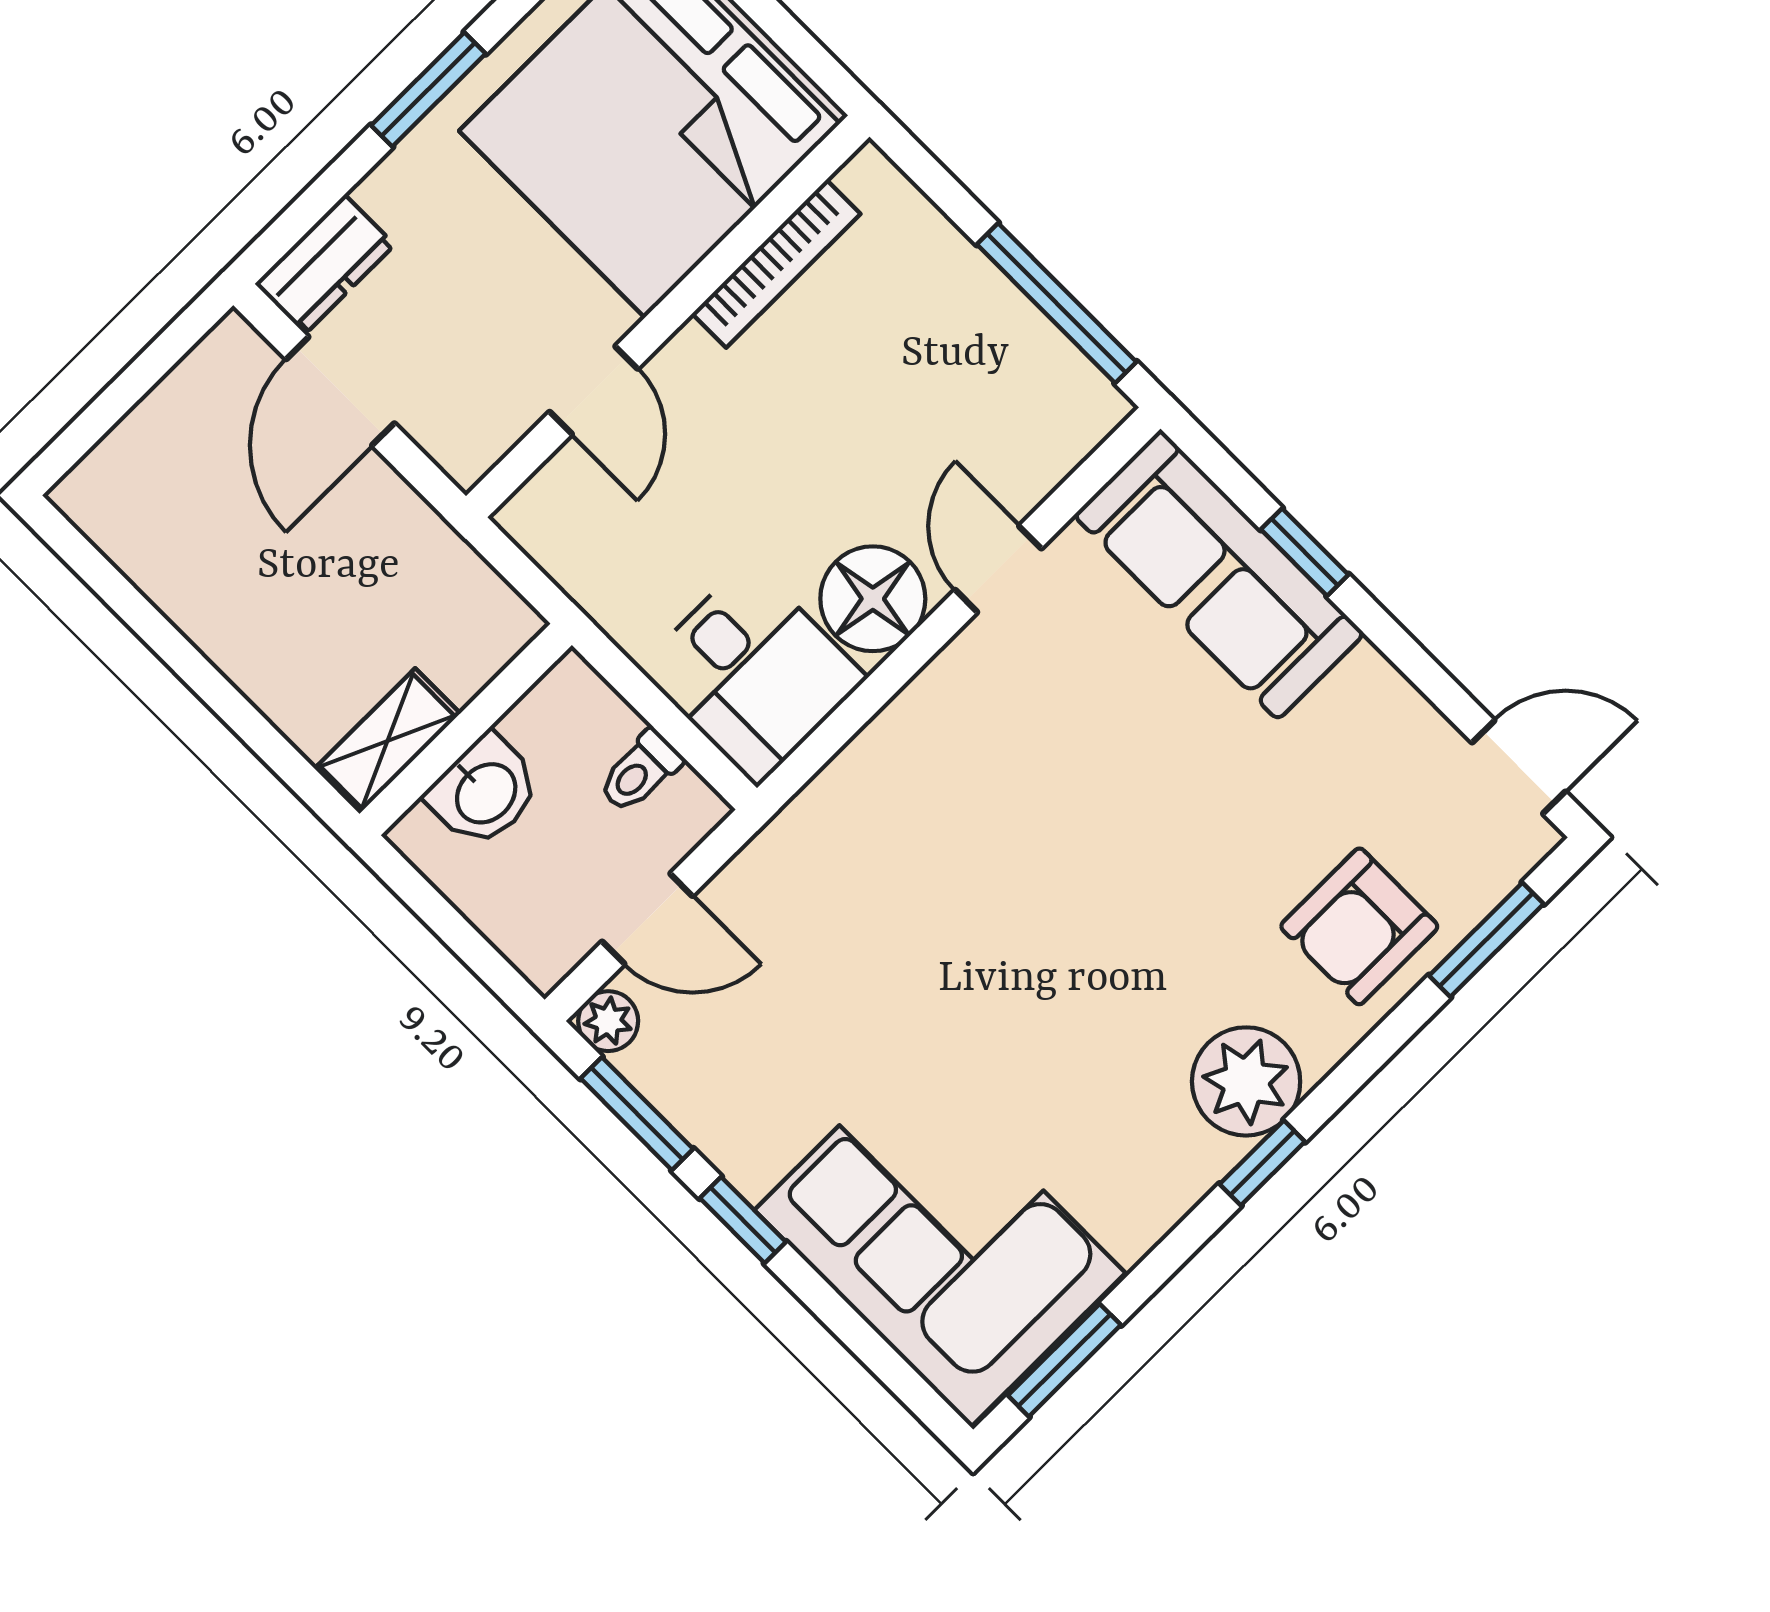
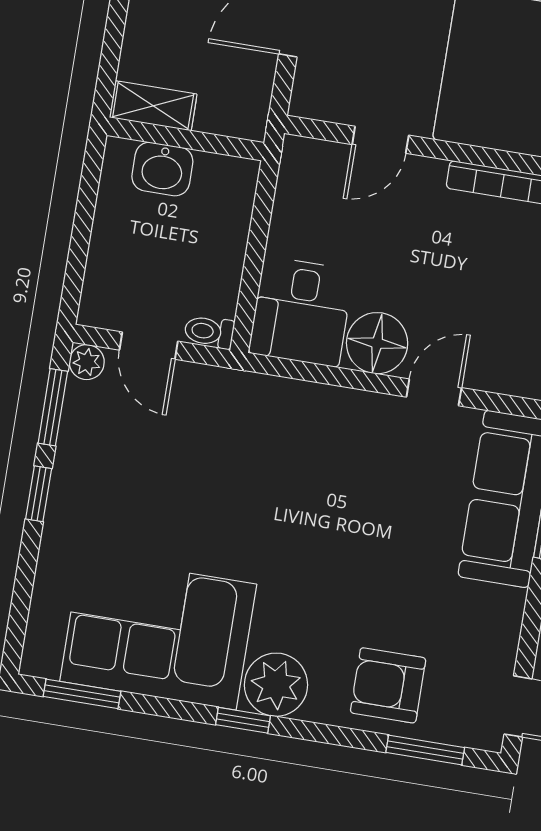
wall: (466, 729) -> (185, 139), moved
shelving: (387, 741) -> (153, 106), moved
toilet: (640, 772) -> (209, 332), moved
washbasin: (484, 792) -> (162, 169), moved
corner sofa: (940, 1241) -> (158, 633), moved, turned -90

